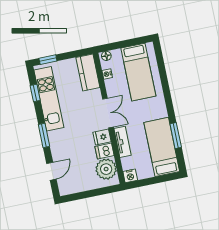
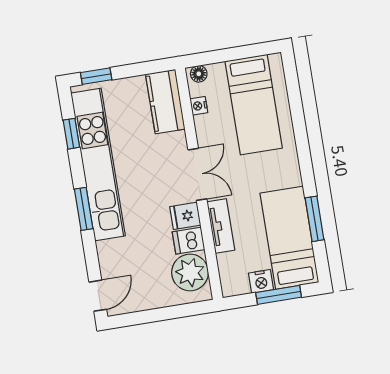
kitchen unit: (49, 99) -> (98, 164), width x1.36
door: (51, 171) -> (98, 296), moved
nightstand: (130, 176) -> (261, 281), moved
window: (157, 180) -> (279, 295), added

